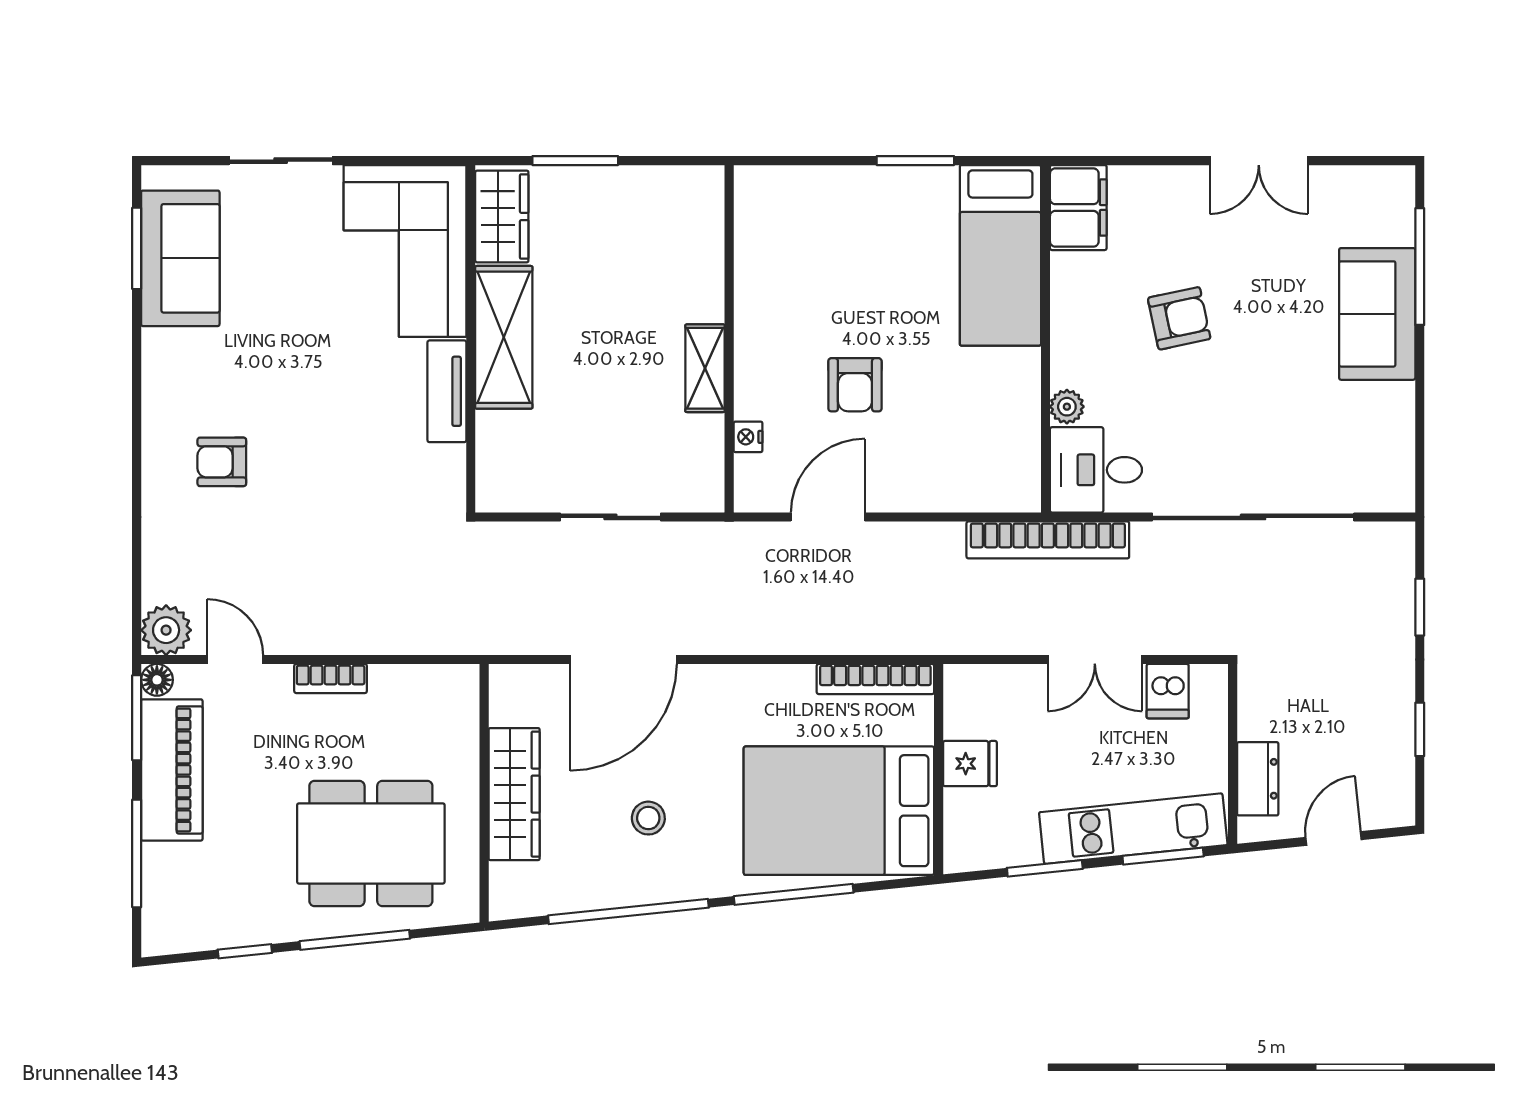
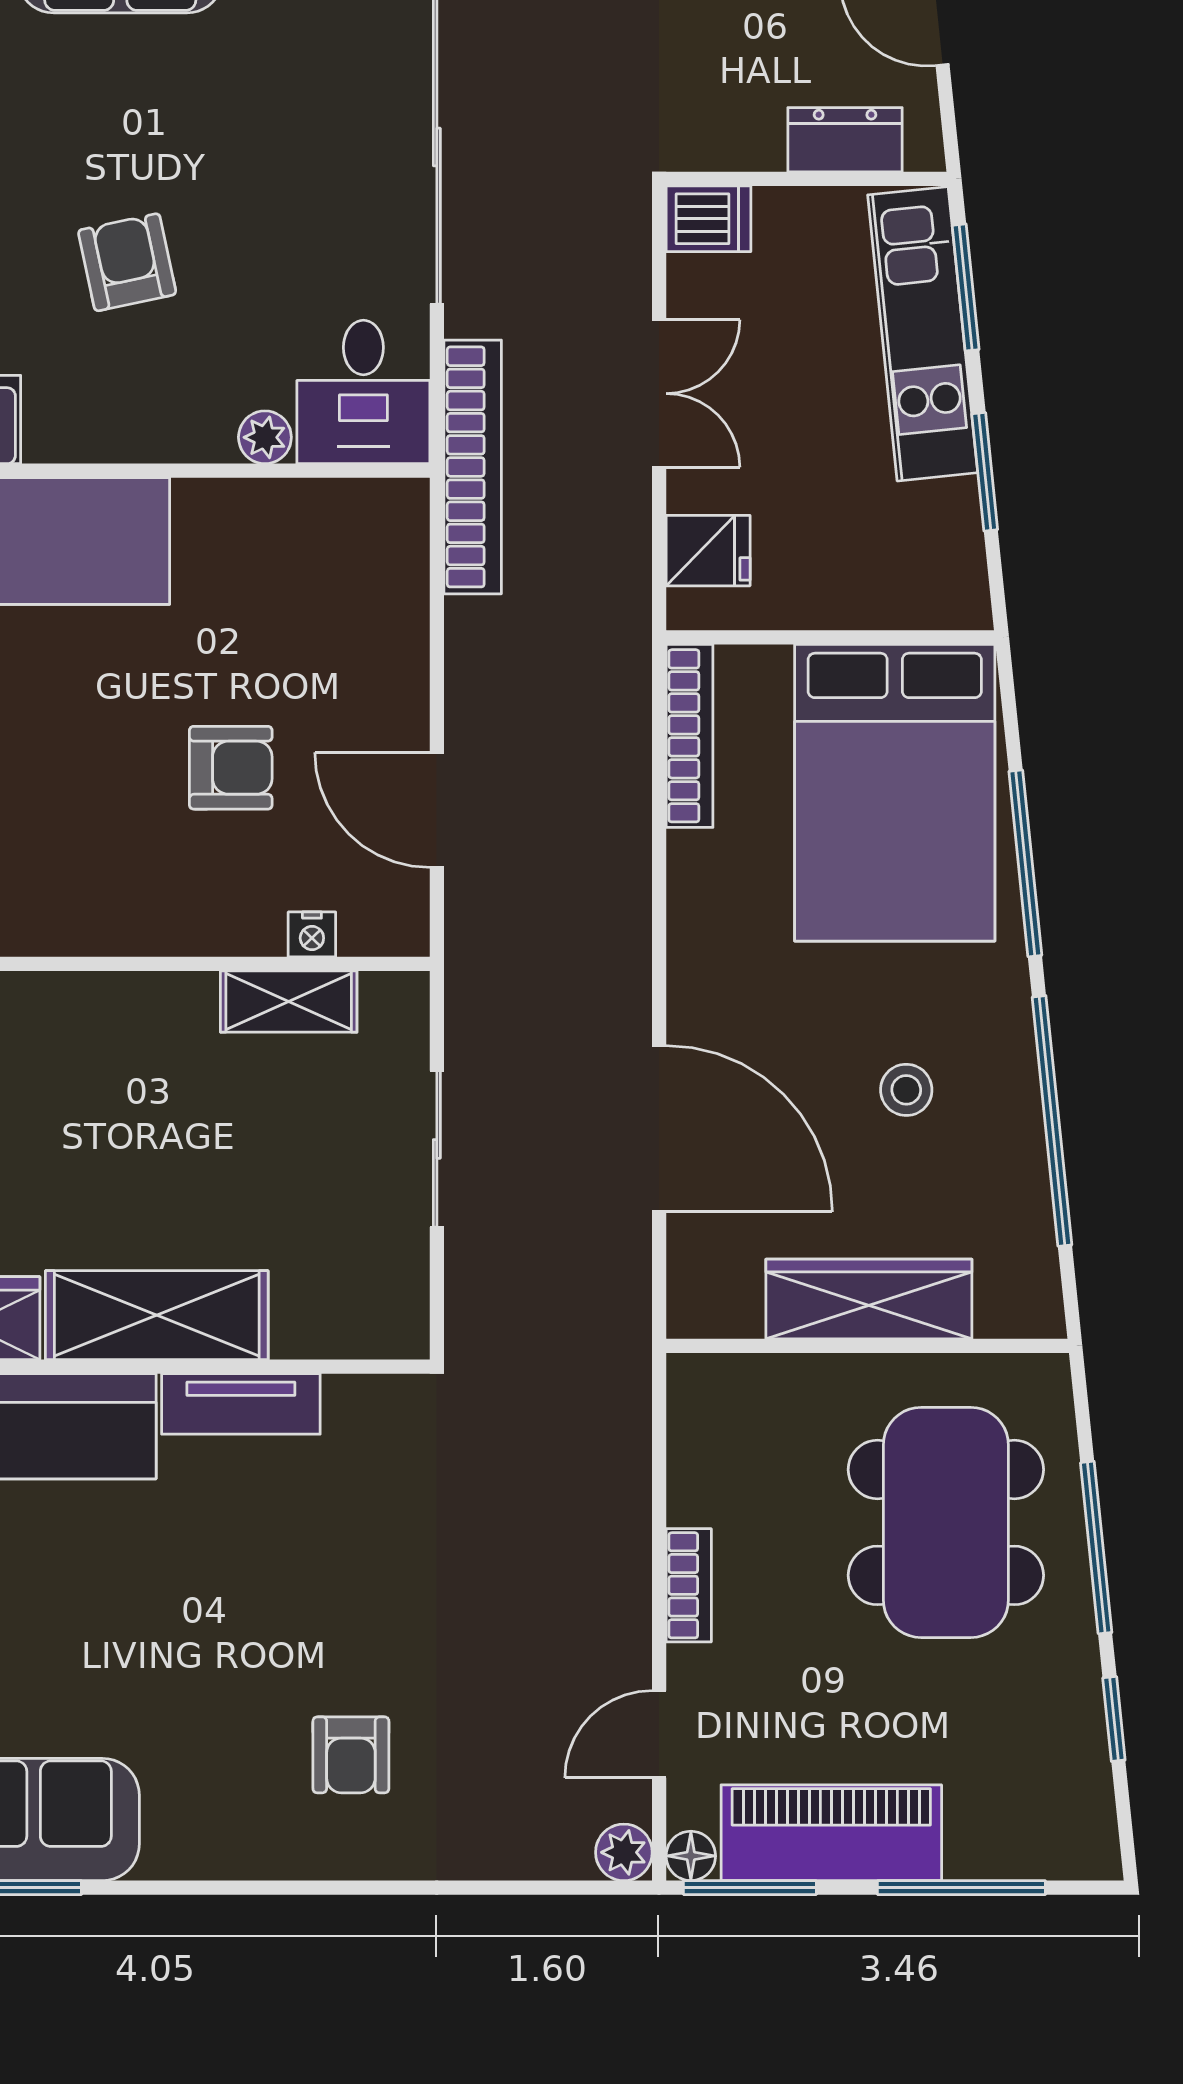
shelving: (705, 368) -> (289, 1001), moved
plant: (166, 630) -> (624, 1852), width x0.73, depth x0.73
dishwasher: (1168, 691) -> (708, 219), moved
fridge: (970, 764) -> (708, 551), moved, turned 90

